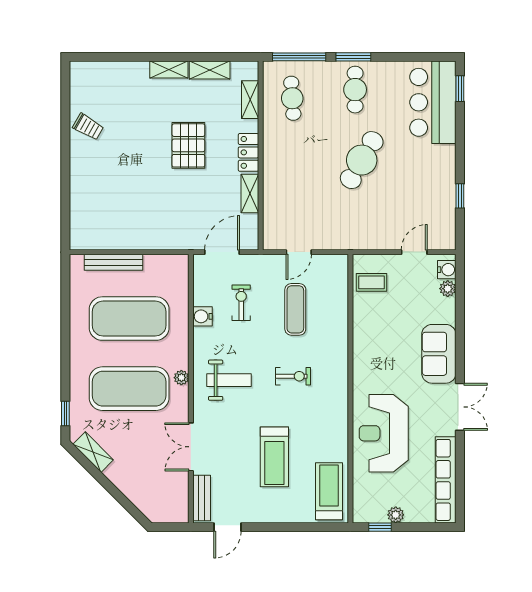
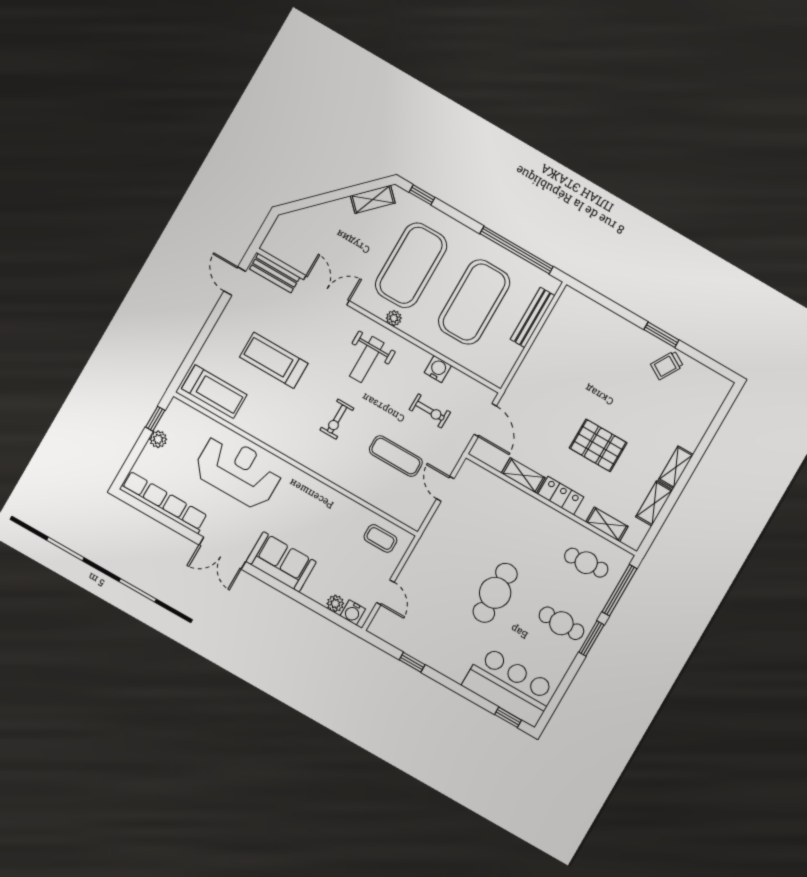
window: (65, 146) -> (661, 335), added
cafe table: (362, 160) -> (495, 593), turned 60
coffee table: (372, 282) -> (380, 538), turned 90
window: (65, 308) -> (517, 250), added

